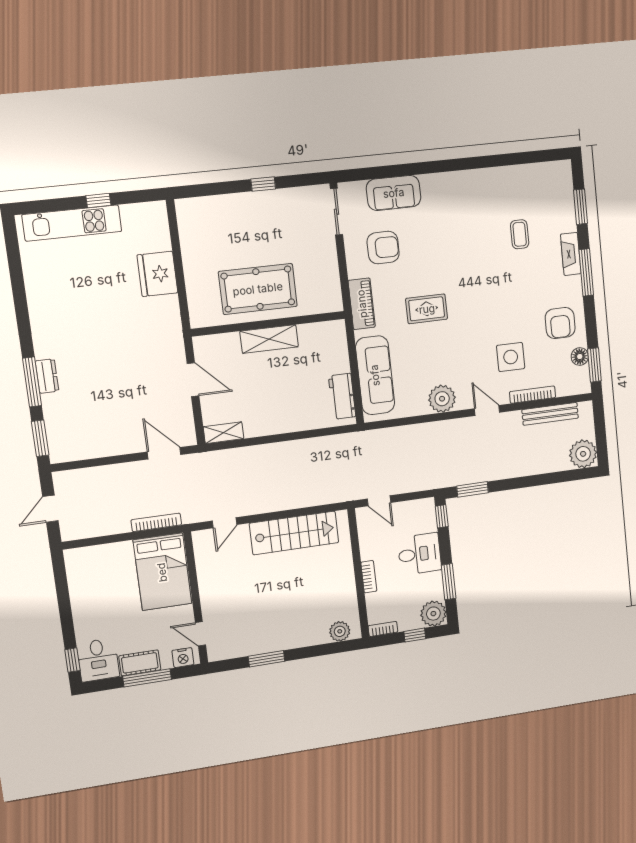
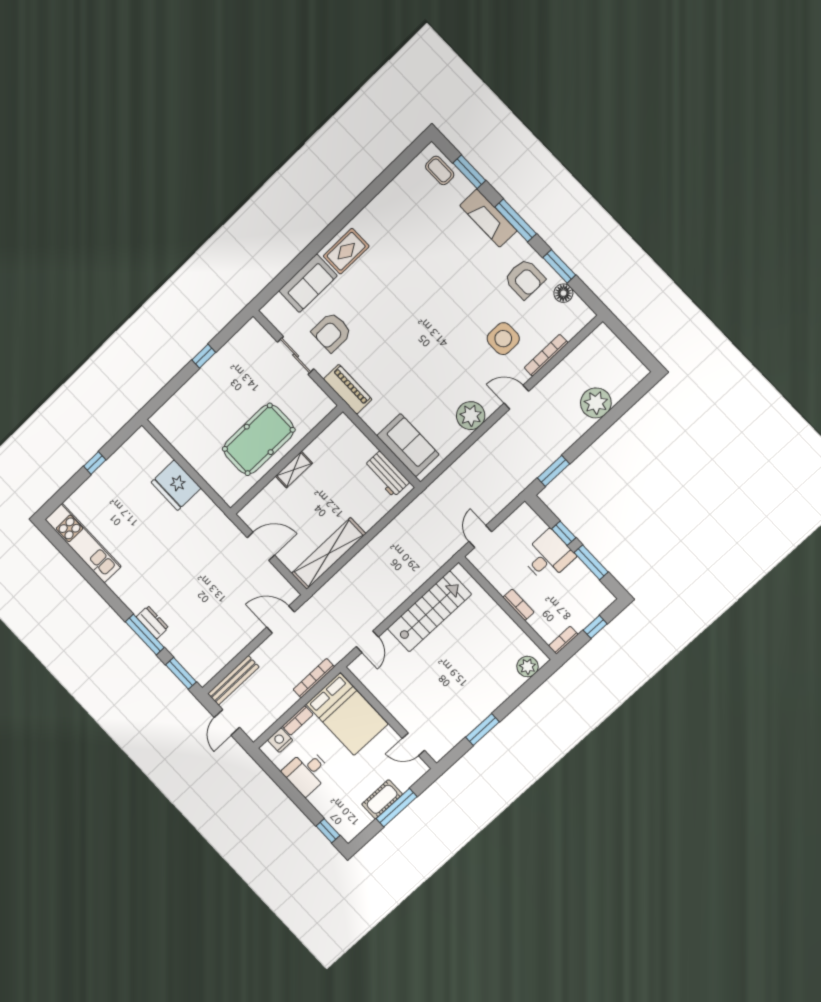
sliding door: (336, 212) -> (296, 356), moved
kitchen unit: (72, 223) -> (83, 543), moved, turned -90
coffee table: (520, 234) -> (440, 170), moved
armchair: (383, 248) -> (332, 332), turned 180
fireplace: (571, 254) -> (488, 218), width x1.37, depth x1.32
rug: (427, 309) -> (346, 251), moved
shelving: (269, 339) -> (294, 470), width x0.67, depth x0.75
window: (594, 365) -> (559, 266), moved
sofa: (375, 375) -> (408, 445), width x0.73
bench: (550, 414) -> (233, 680), moved
shelving: (223, 433) -> (329, 554), width x2.20, depth x1.33
plant: (583, 454) -> (596, 403), moved
door: (379, 501) -> (480, 537), swing flipped
window: (442, 516) -> (564, 533), moved
bookcase: (115, 549) -> (298, 720), added
plant: (433, 614) -> (598, 598), removed
nightstand: (183, 658) -> (280, 740), moved, turned 180
desk: (98, 660) -> (307, 772), moved, turned 90

